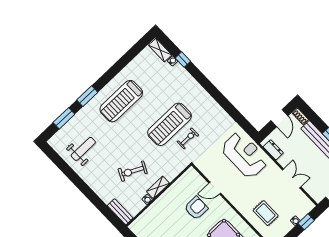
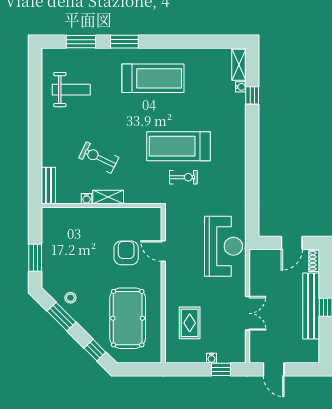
treadmill: (121, 101) -> (153, 78), turned 180
dresser: (273, 150) -> (256, 268), removed
armchair: (196, 208) -> (126, 253), turned -90

